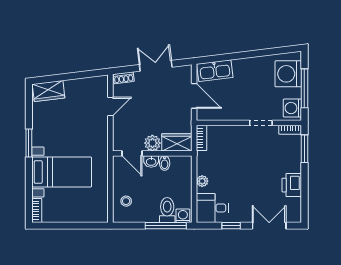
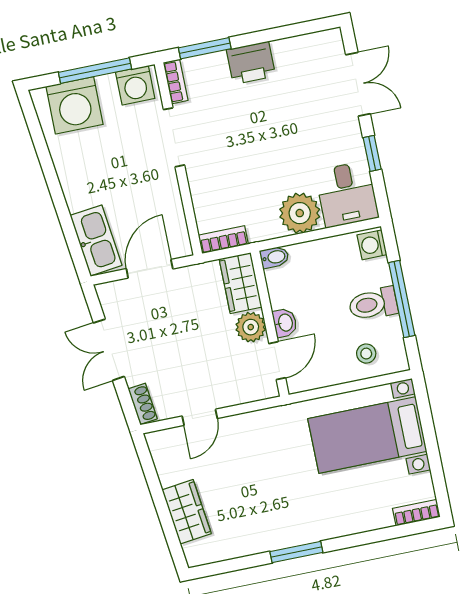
wardrobe: (49, 91) -> (187, 512), moved
door: (110, 106) -> (200, 417), swing flipped
doorway: (261, 123) -> (174, 137), width x1.38
bidet: (165, 163) -> (274, 257), moved
bed with nightstands: (62, 172) -> (367, 435), moved, turned -90
plant: (202, 181) -> (300, 213), width x1.87, depth x1.87
printer: (292, 185) -> (251, 63), moved
toilet: (167, 210) -> (373, 304), moved
window: (166, 226) -> (402, 299), moved
double door: (269, 226) -> (358, 84), swing flipped

